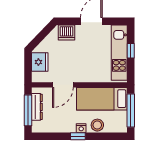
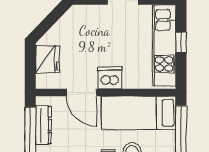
dishwasher: (66, 32) -> (110, 78), moved, turned 180
door: (63, 85) -> (81, 93), hinge flipped

